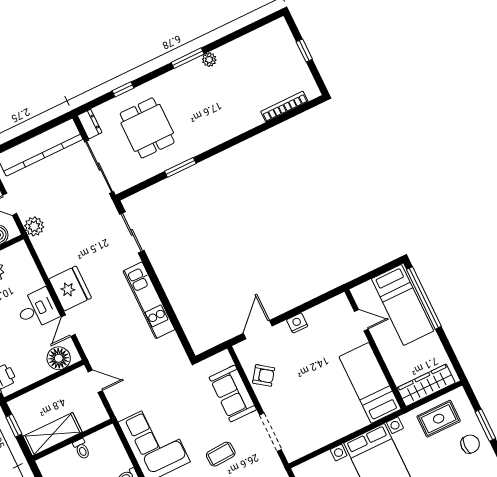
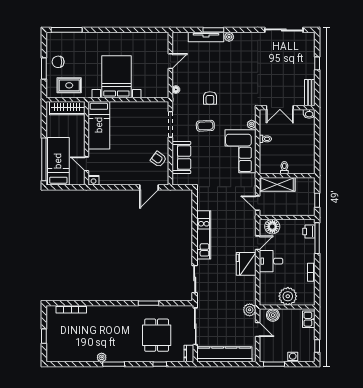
nightstand: (297, 323) -> (93, 180), moved
shelving: (53, 434) -> (277, 184), moved

